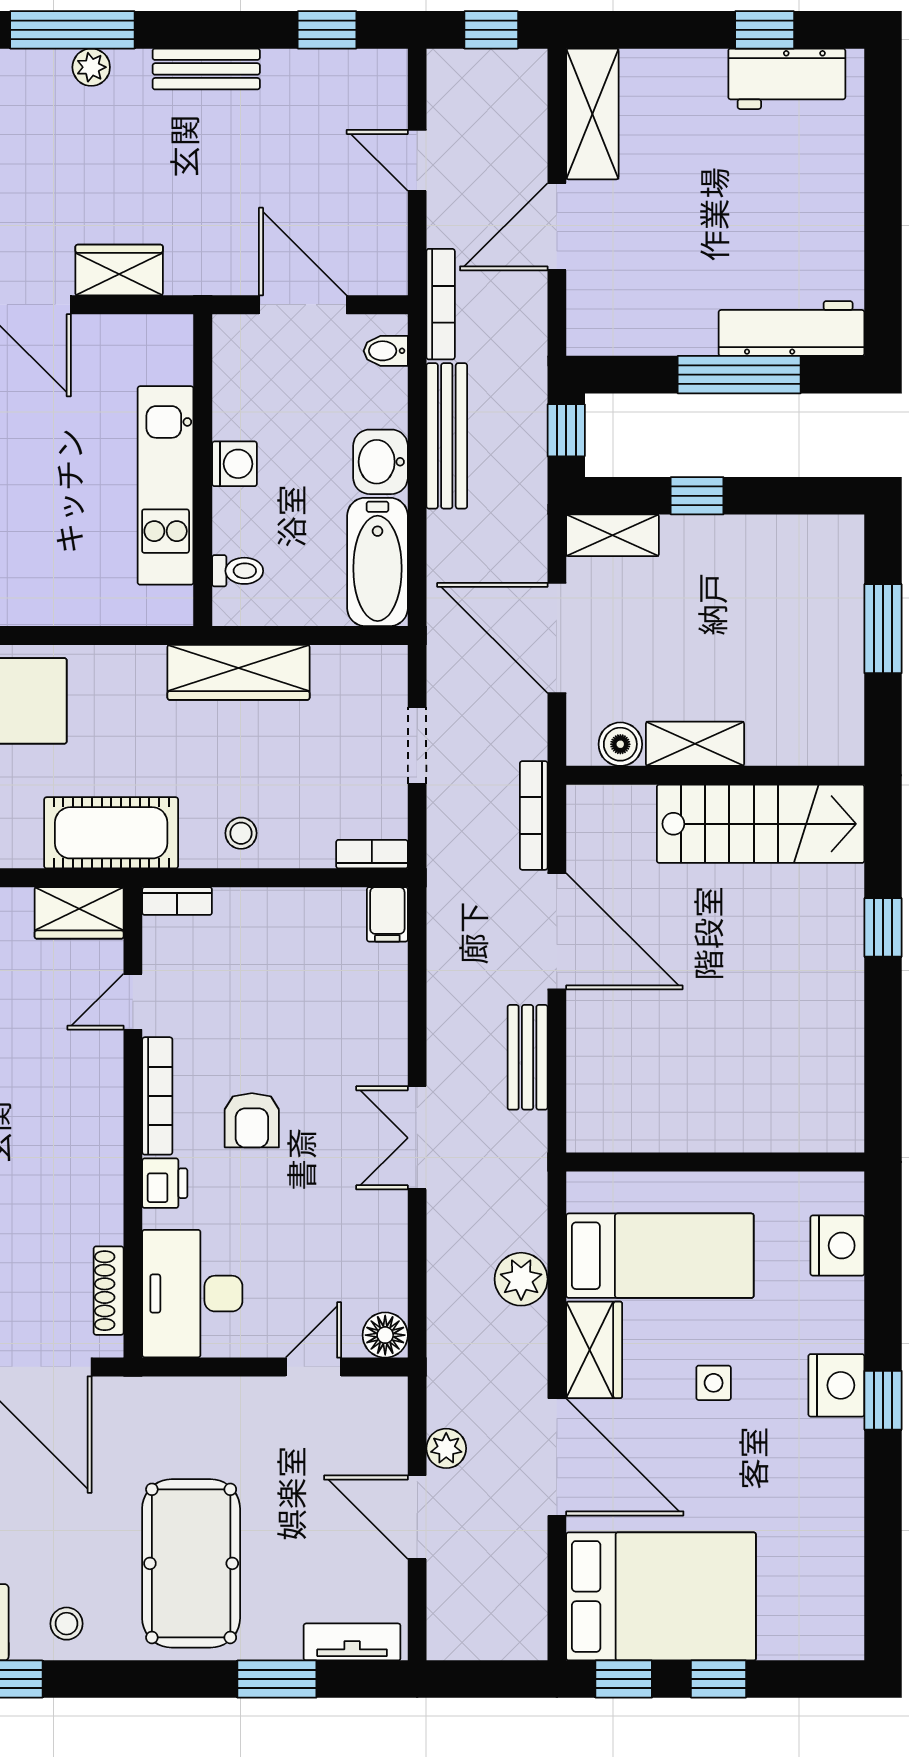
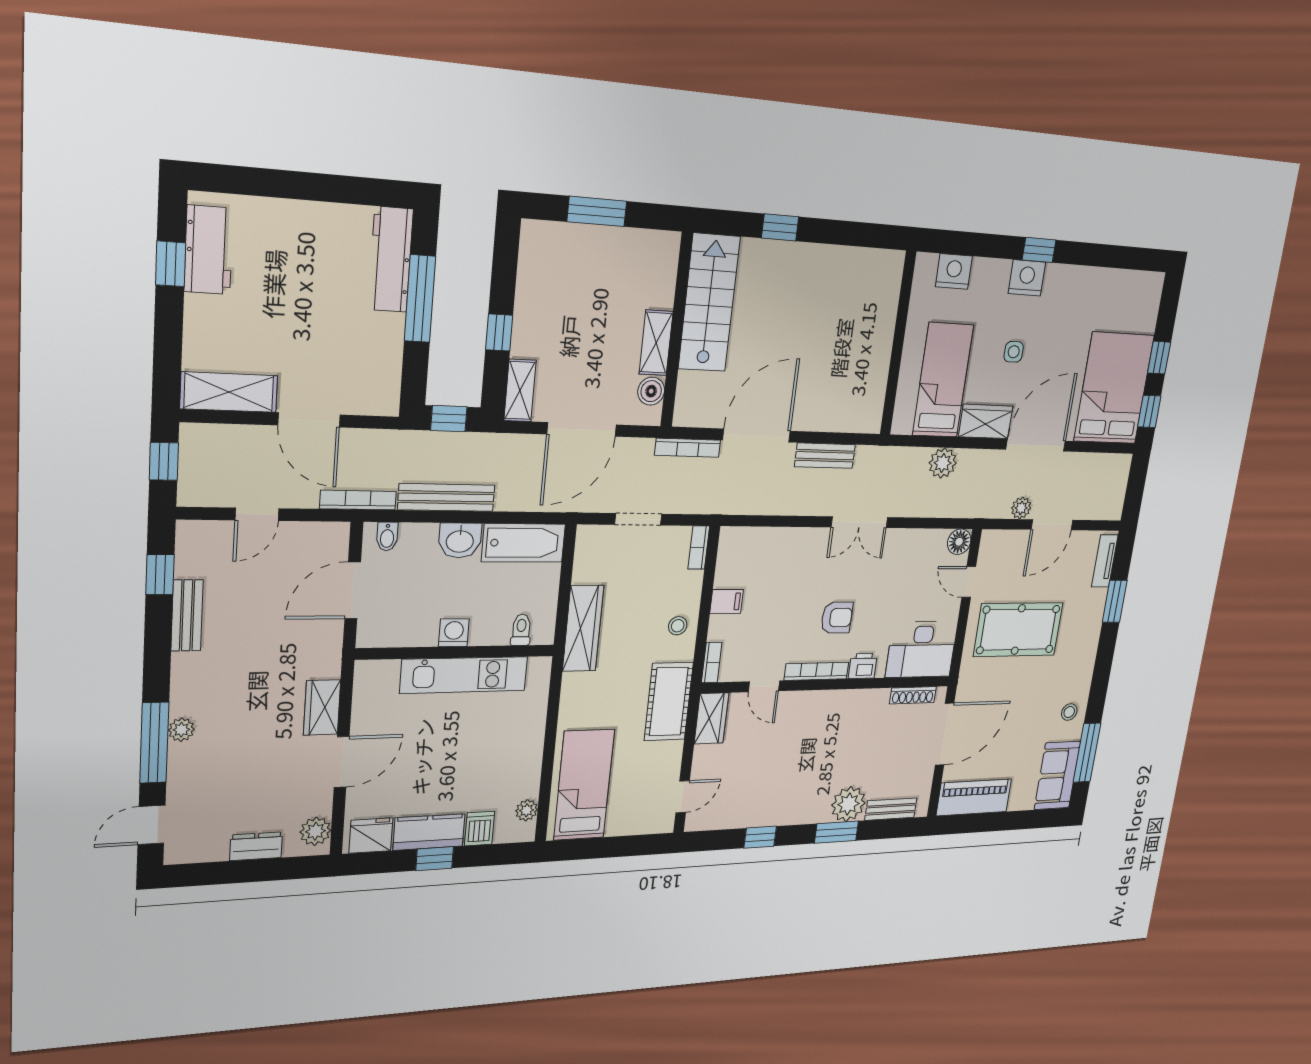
bench: (206, 69) -> (187, 615), moved
filing cabinet: (387, 914) -> (727, 601), moved
pool table: (191, 1563) -> (1018, 630), moved

